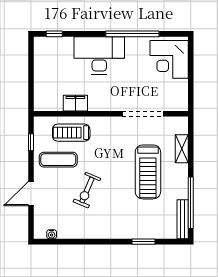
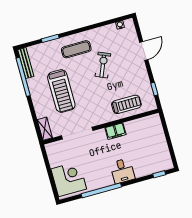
desk: (99, 55) -> (122, 171), width x0.53, depth x0.77
filing cabinet: (75, 103) -> (115, 131), moved
shelving: (182, 149) -> (45, 129), moved
exercise mat: (58, 160) -> (76, 49), moved
treadmill: (148, 172) -> (61, 91), turned 180

